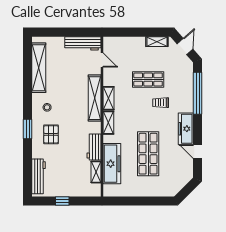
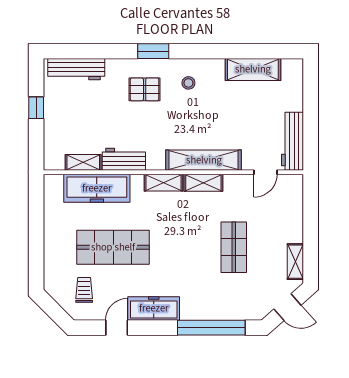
shelving: (39, 68) -> (253, 69), width x0.68
trolley: (161, 103) -> (84, 290), moved

